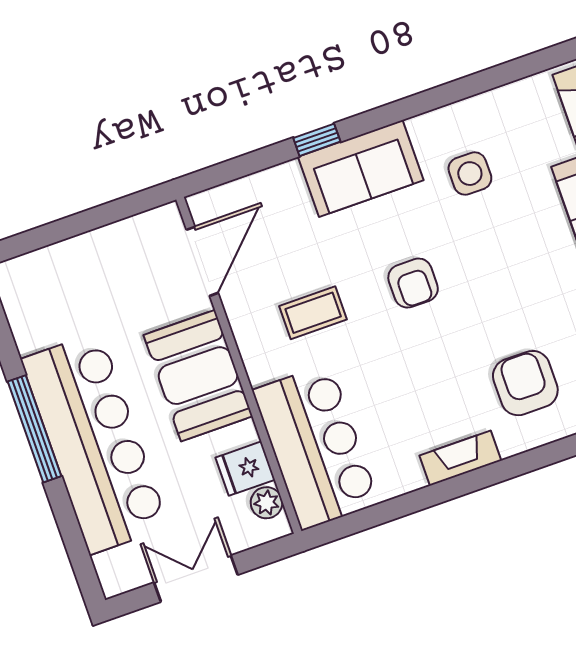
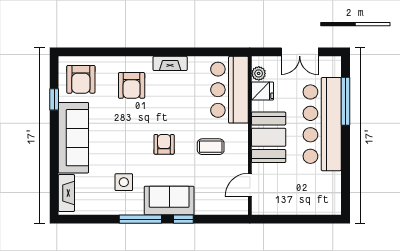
window: (408, 108) -> (140, 219), added
door: (202, 261) -> (250, 185), width x0.73
window: (35, 429) -> (346, 101), moved

